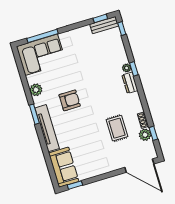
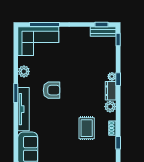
plant: (145, 135) -> (110, 107), moved

